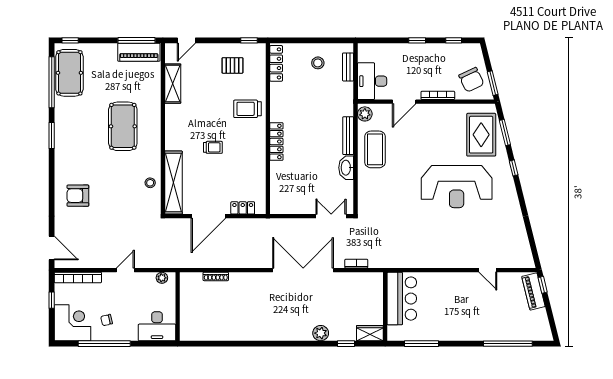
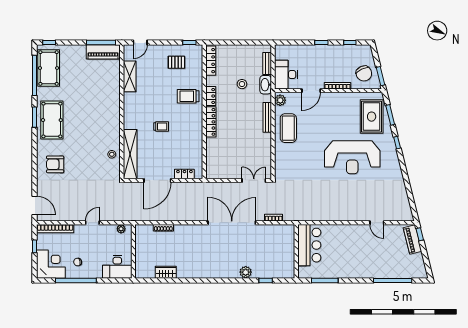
stool: (318, 63) -> (242, 84), moved
locker: (276, 109) -> (211, 96), added
pool table: (123, 126) -> (52, 120), moved
washbasin: (346, 168) -> (266, 85), moved
wardrobe: (370, 333) -> (166, 272), moved

